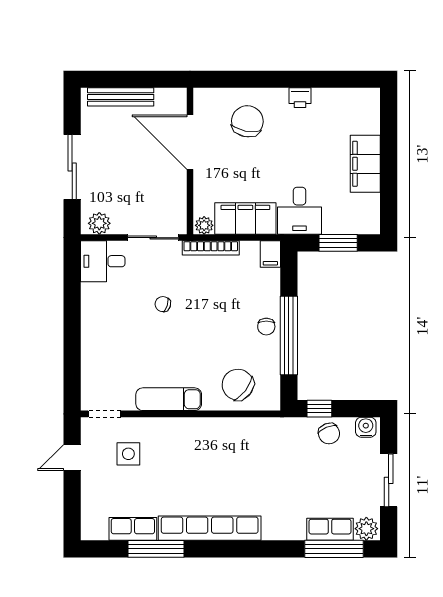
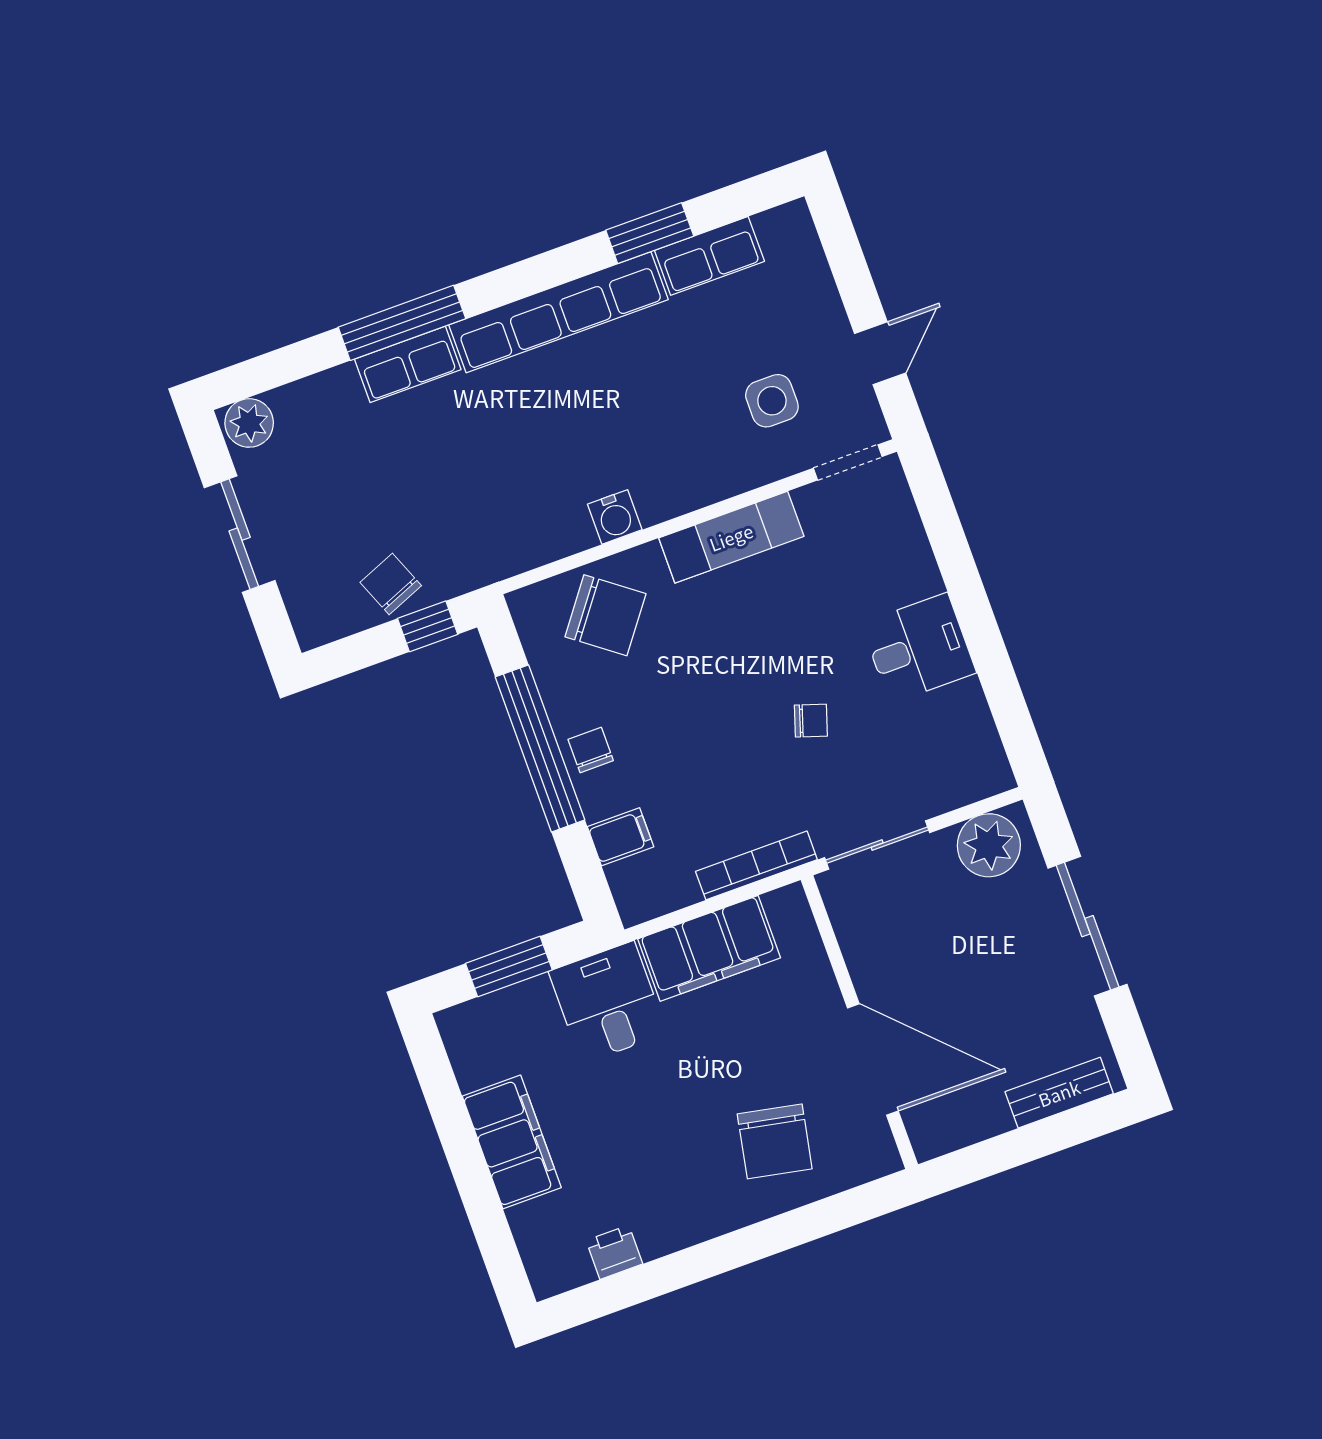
bench: (121, 97) -> (1059, 1093), width x0.73
printer: (300, 98) -> (614, 1252), moved
plant: (99, 223) -> (989, 845), width x1.36, depth x1.36
plant: (204, 225) -> (785, 905), removed
filing cabinet: (270, 254) -> (620, 837), moved, turned 90
desk: (103, 261) -> (919, 648), moved
water cooler: (366, 427) -> (615, 517), moved
row of seats: (330, 529) -> (408, 364), moved
window: (156, 549) -> (650, 233), width x0.69
window: (334, 549) -> (402, 323), moved

